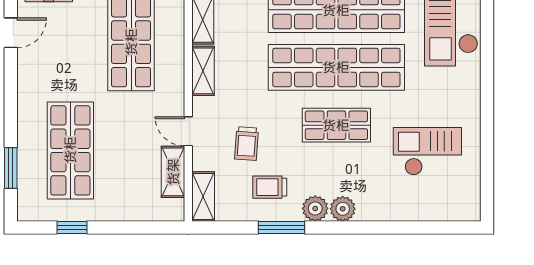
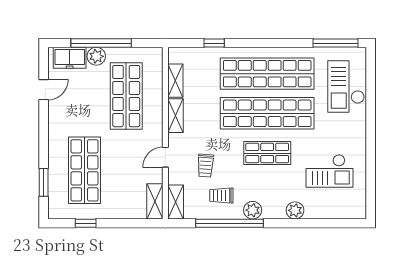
door: (188, 131) -> (165, 157), hinge flipped
checkout: (427, 151) -> (330, 171), turned 180
shelving: (173, 172) -> (155, 201), moved
plant: (343, 209) -> (295, 210), moved
window: (281, 228) -> (229, 223), width x2.11

